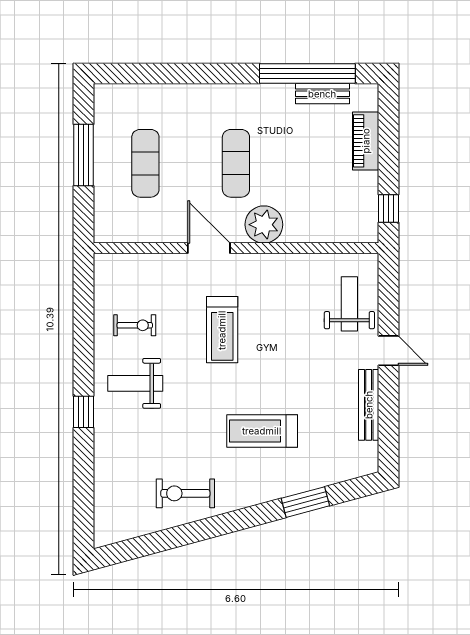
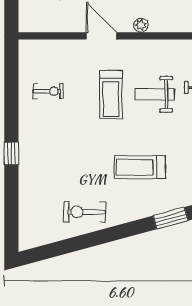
plant: (264, 225) -> (141, 25), width x0.53, depth x0.53
weight bench: (135, 383) -> (154, 94), moved

